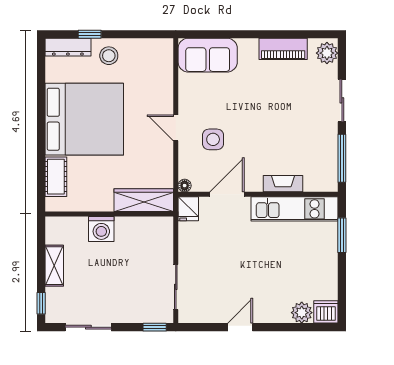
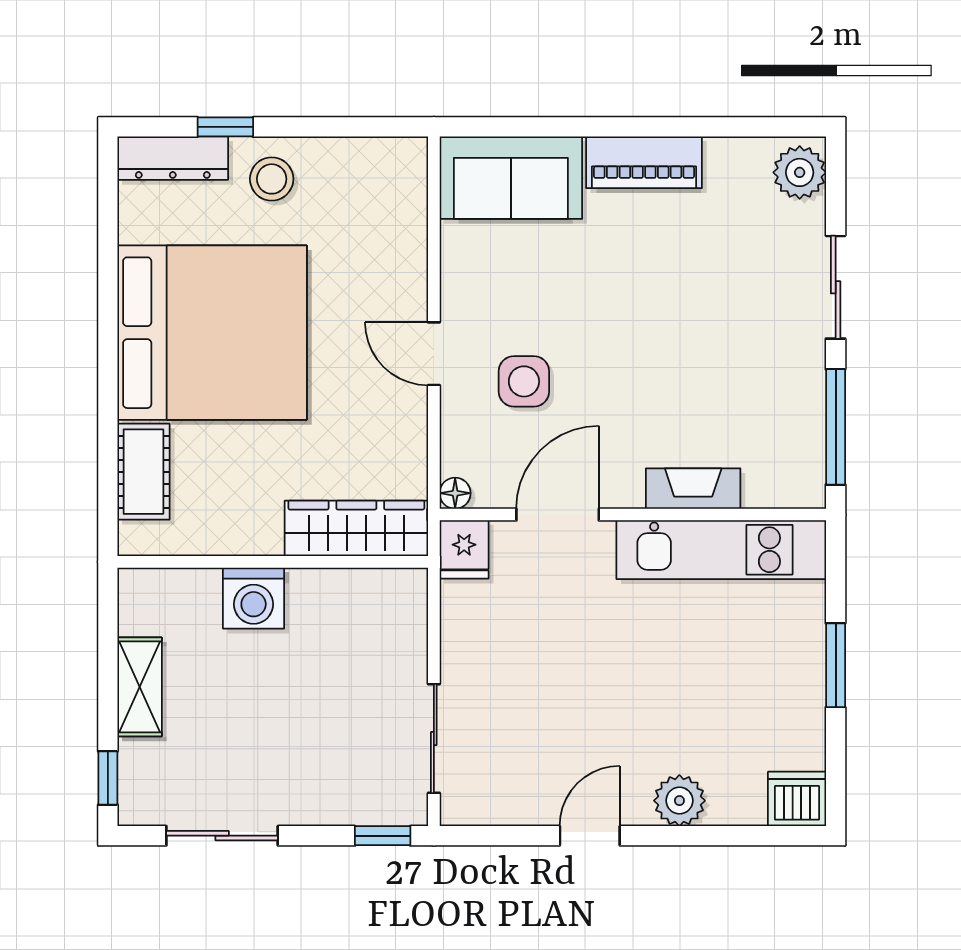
piano: (283, 49) -> (644, 162), moved
window: (342, 235) -> (836, 665), moved
plant: (302, 313) -> (679, 801), moved

